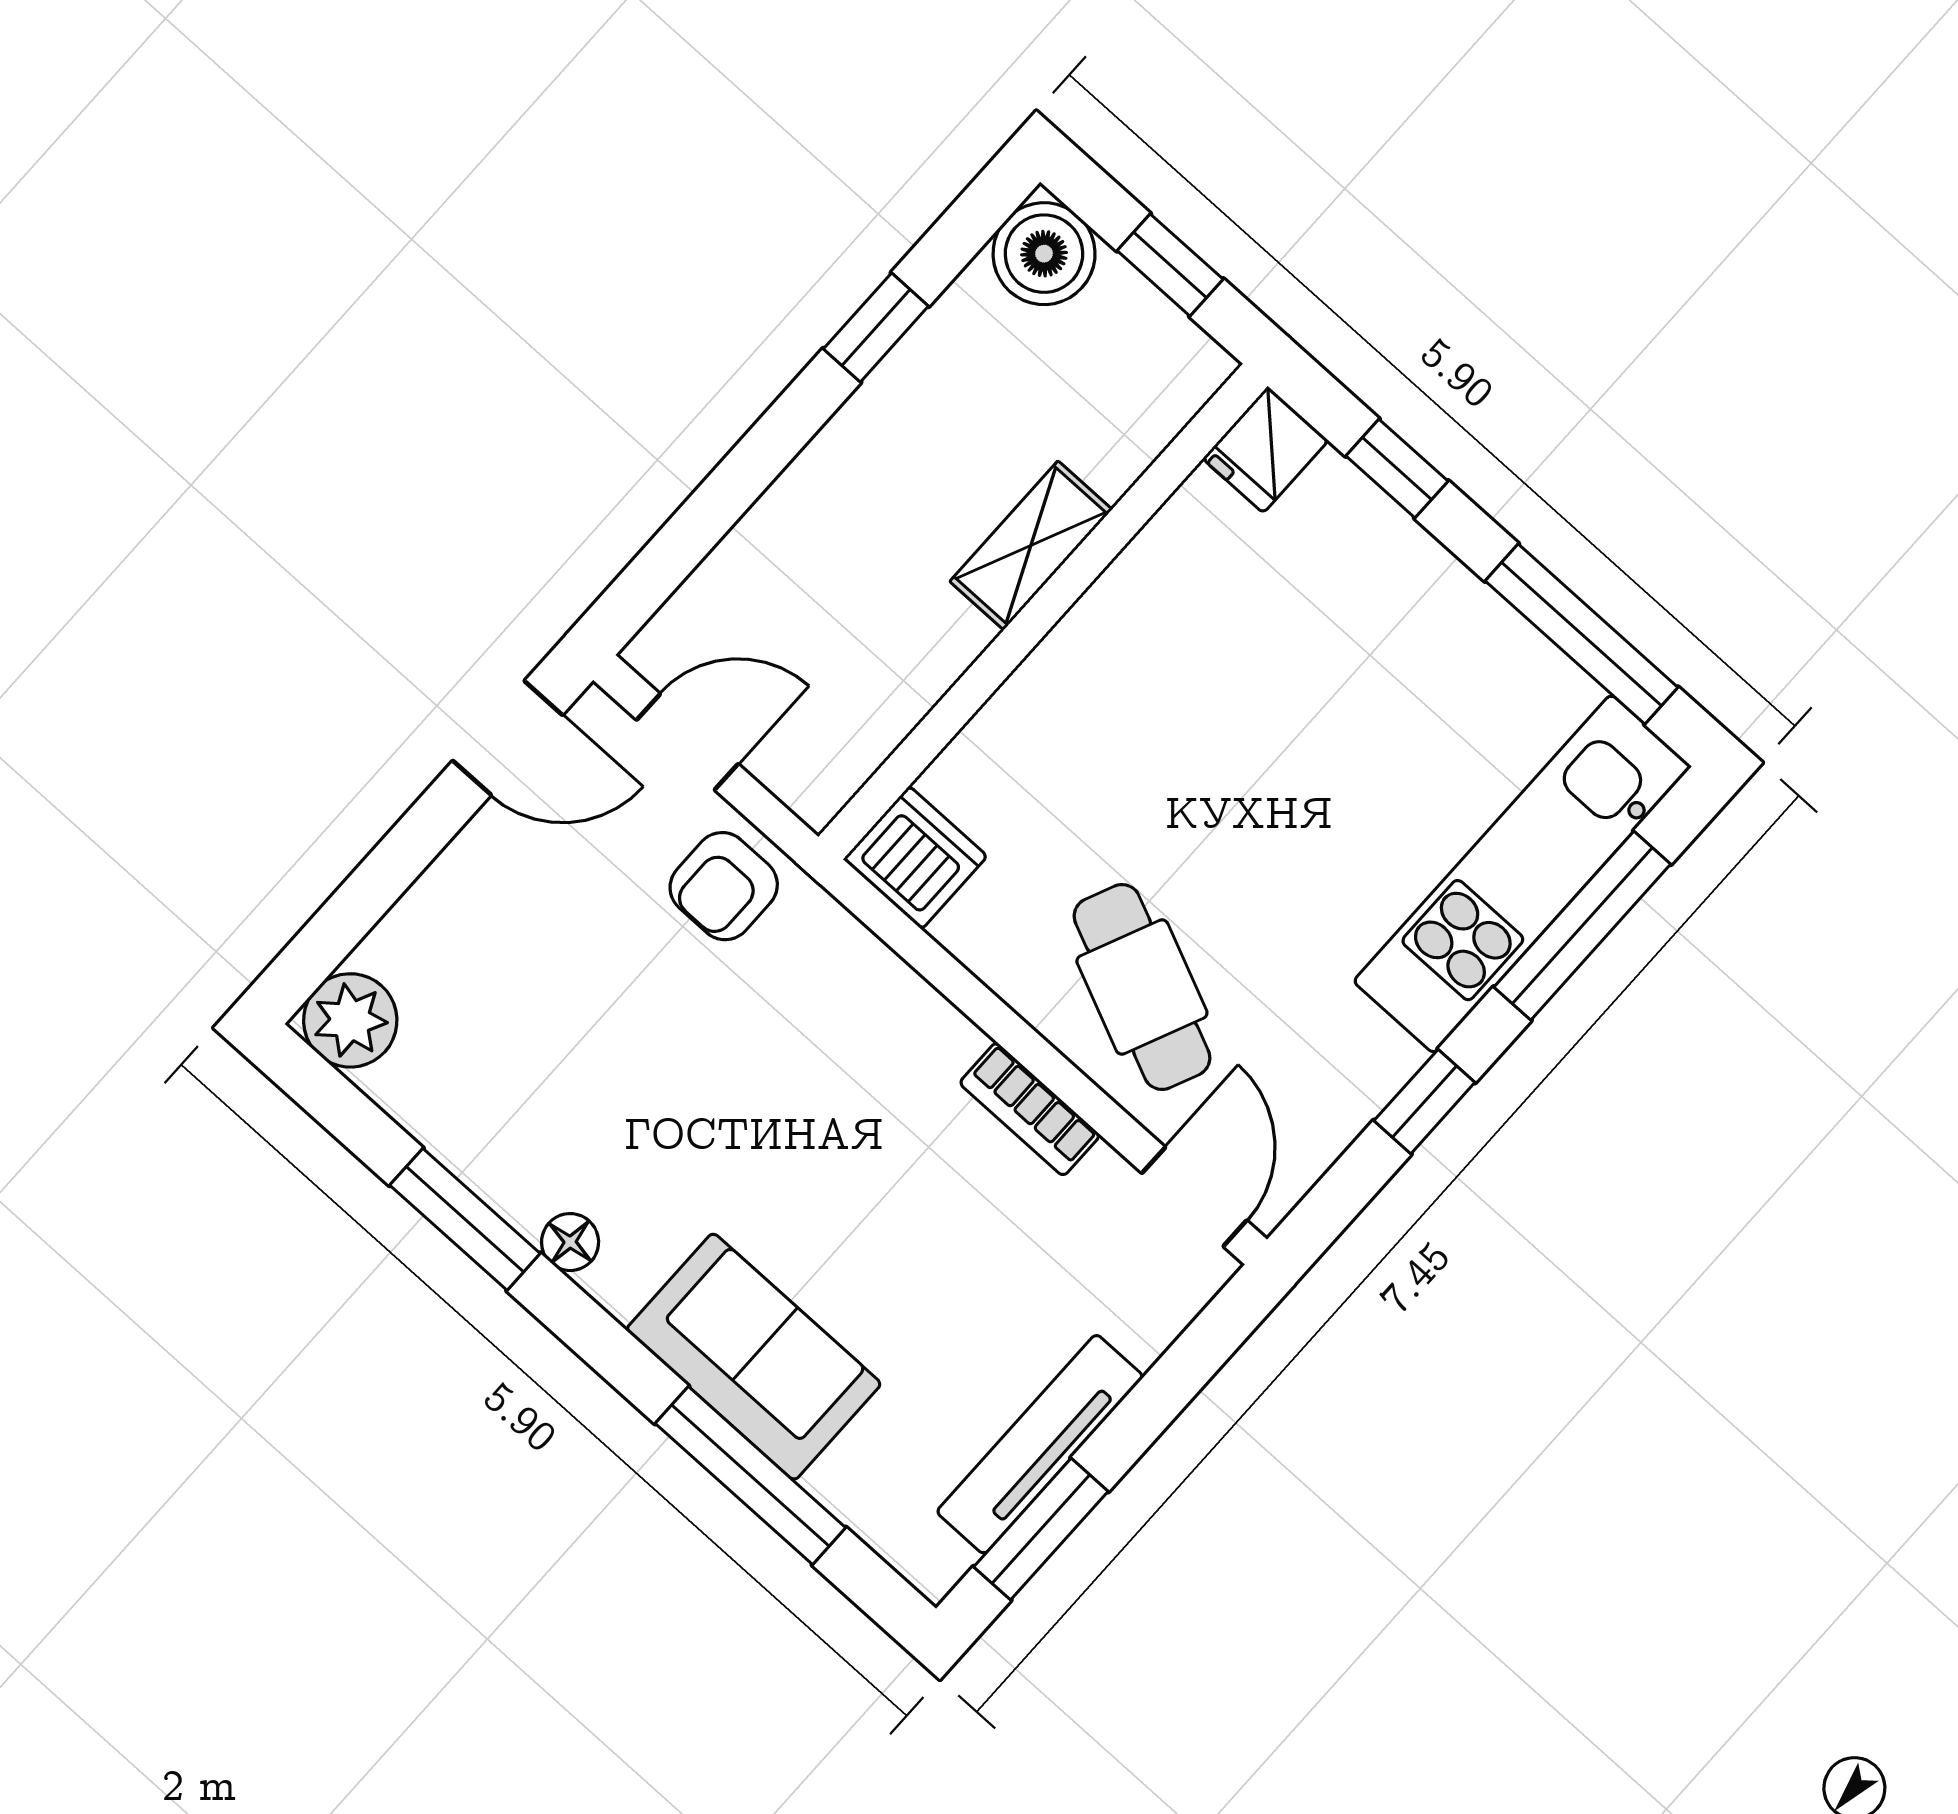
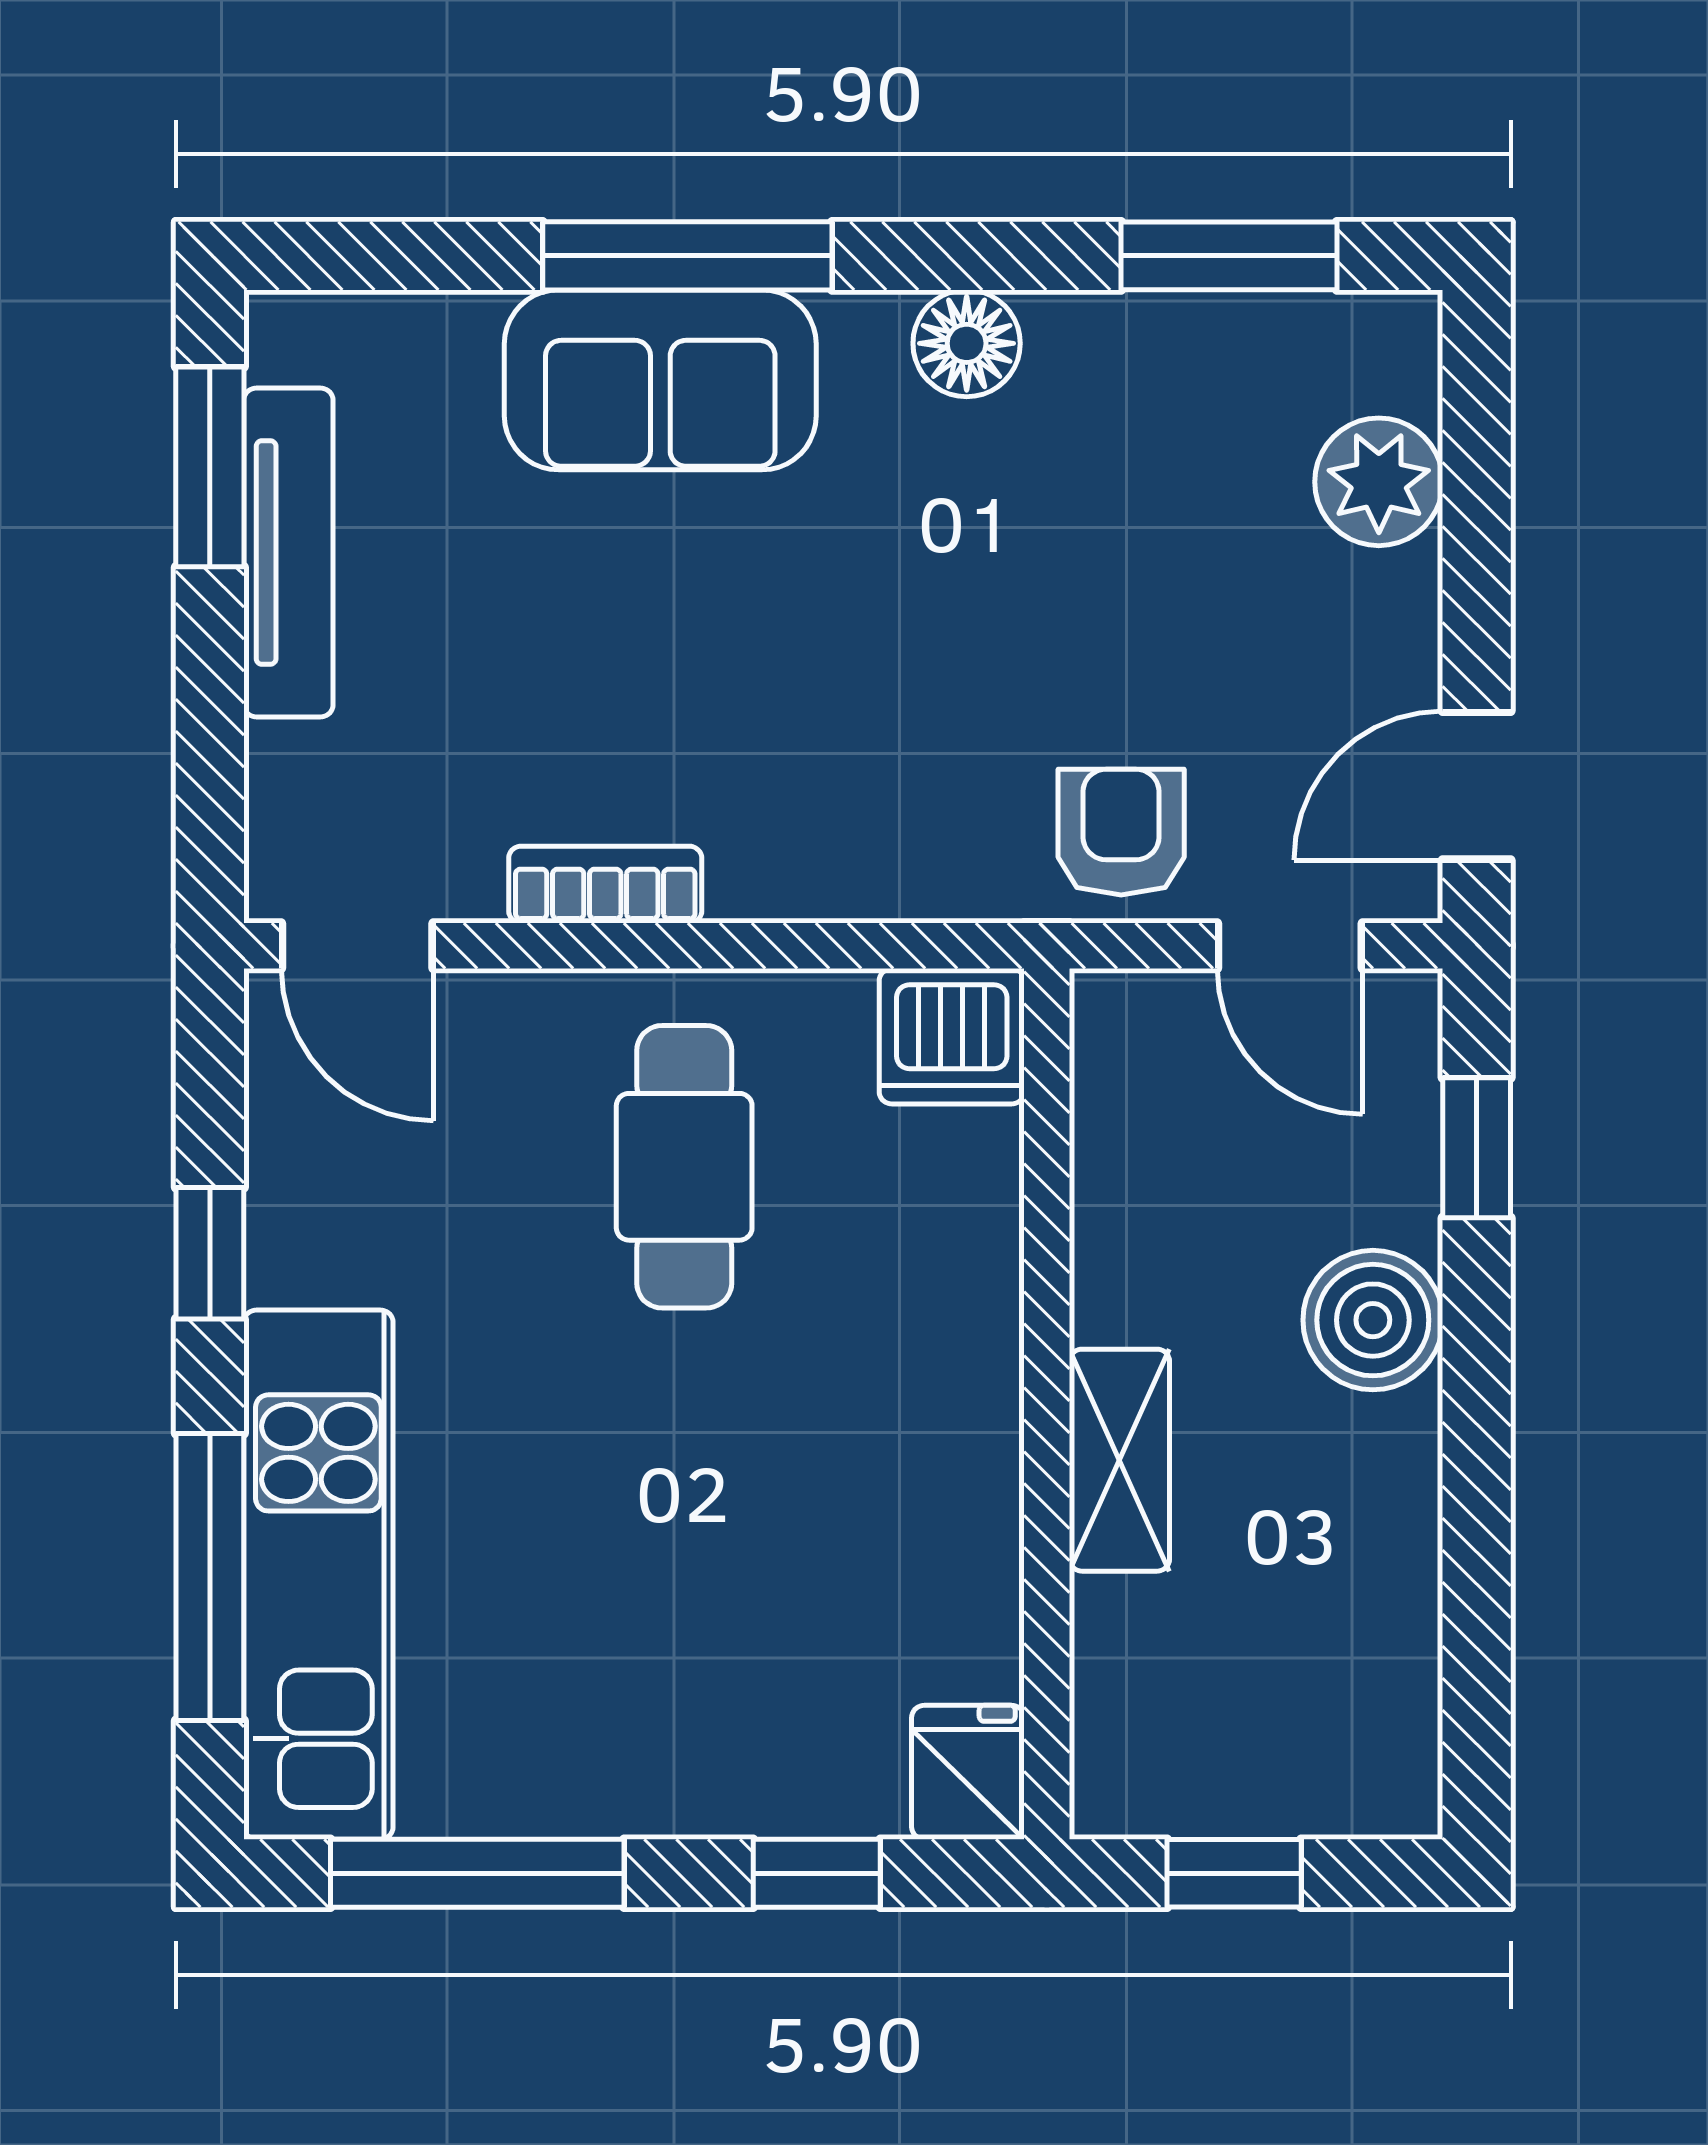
boiler: (1044, 254) -> (1373, 1320), moved
window: (876, 327) -> (1477, 1148), moved
door: (687, 742) -> (1290, 946), hinge flipped
cafe table: (1142, 987) -> (684, 1167), moved, turned 66
plant: (350, 1020) -> (1379, 482), moved
window: (465, 1219) -> (1229, 256), moved
floor lamp: (570, 1242) -> (967, 343), width x1.37, depth x1.37
window: (750, 1475) -> (687, 256), moved

